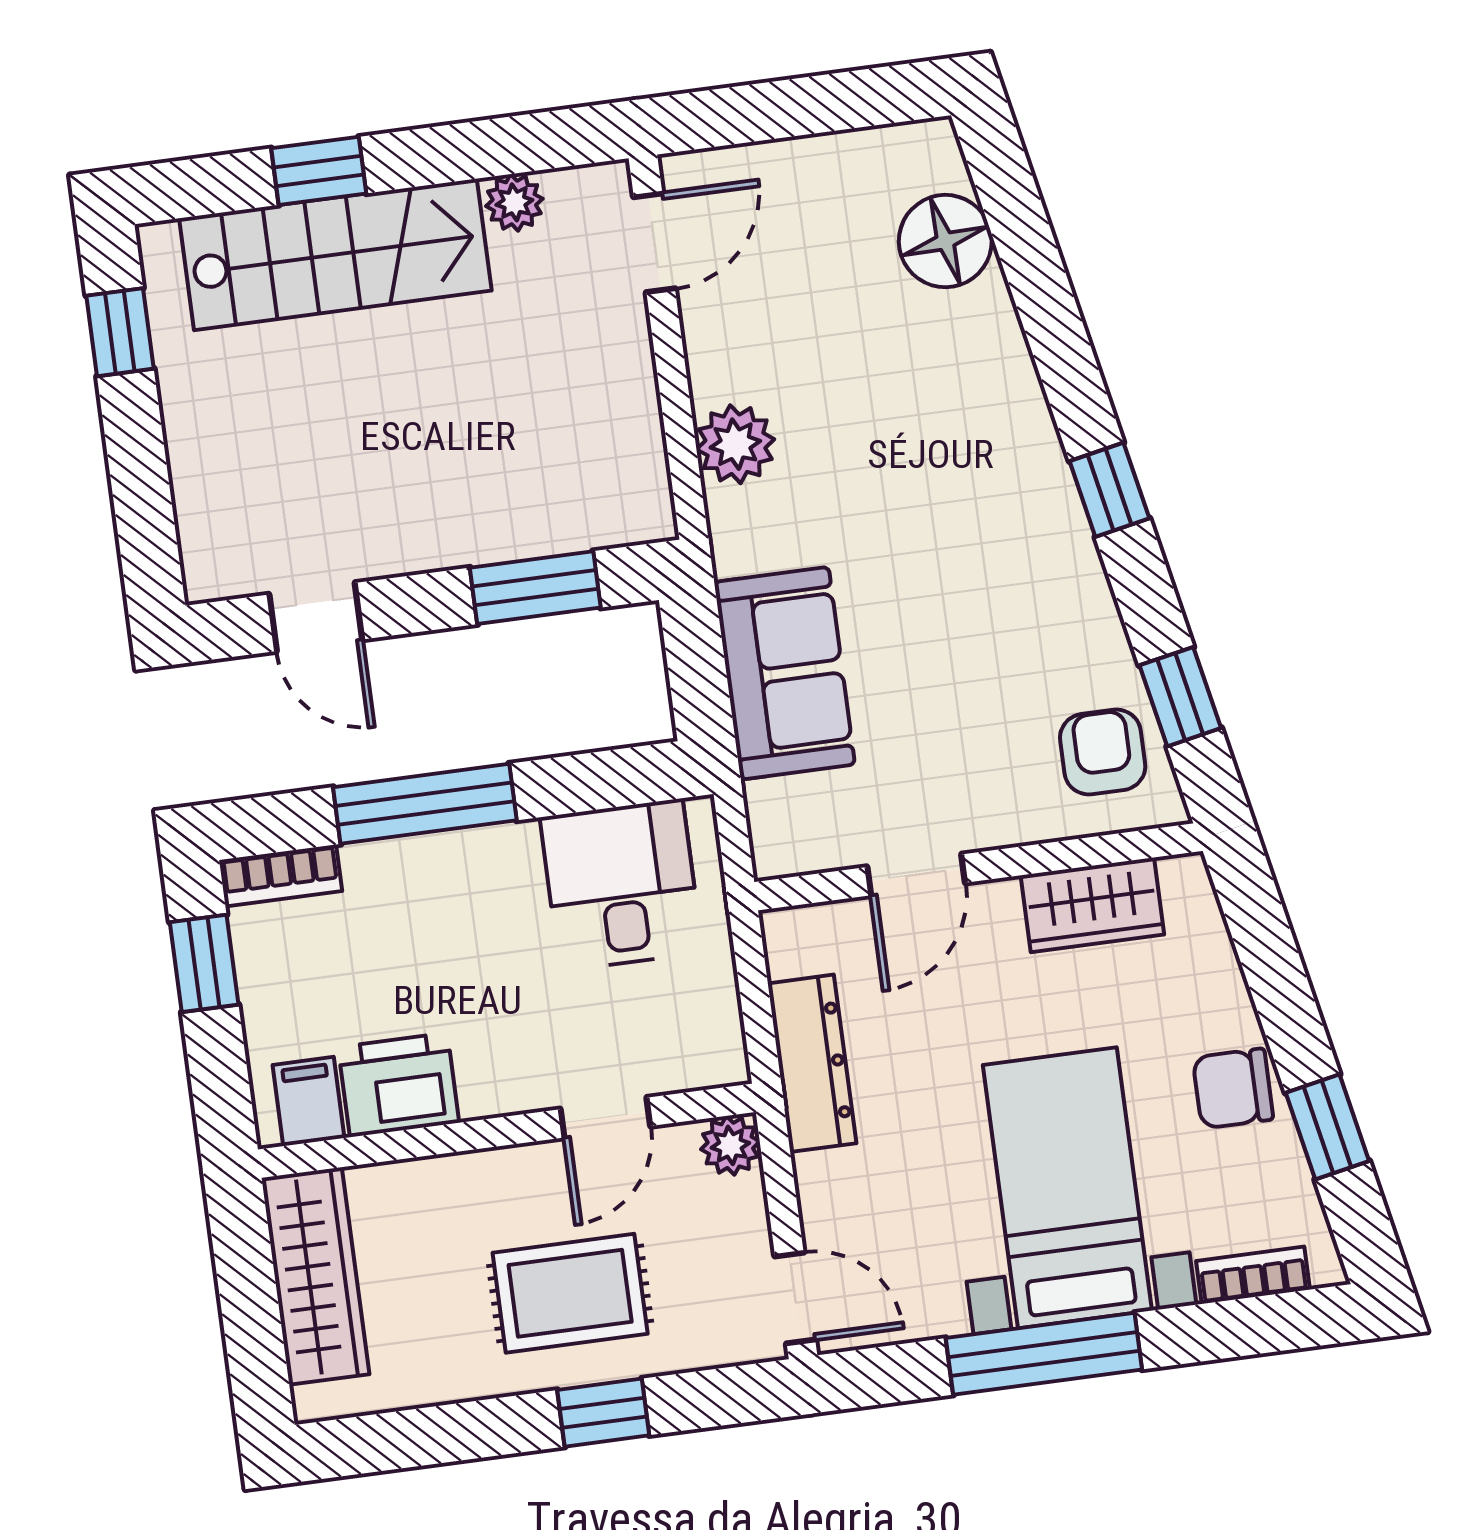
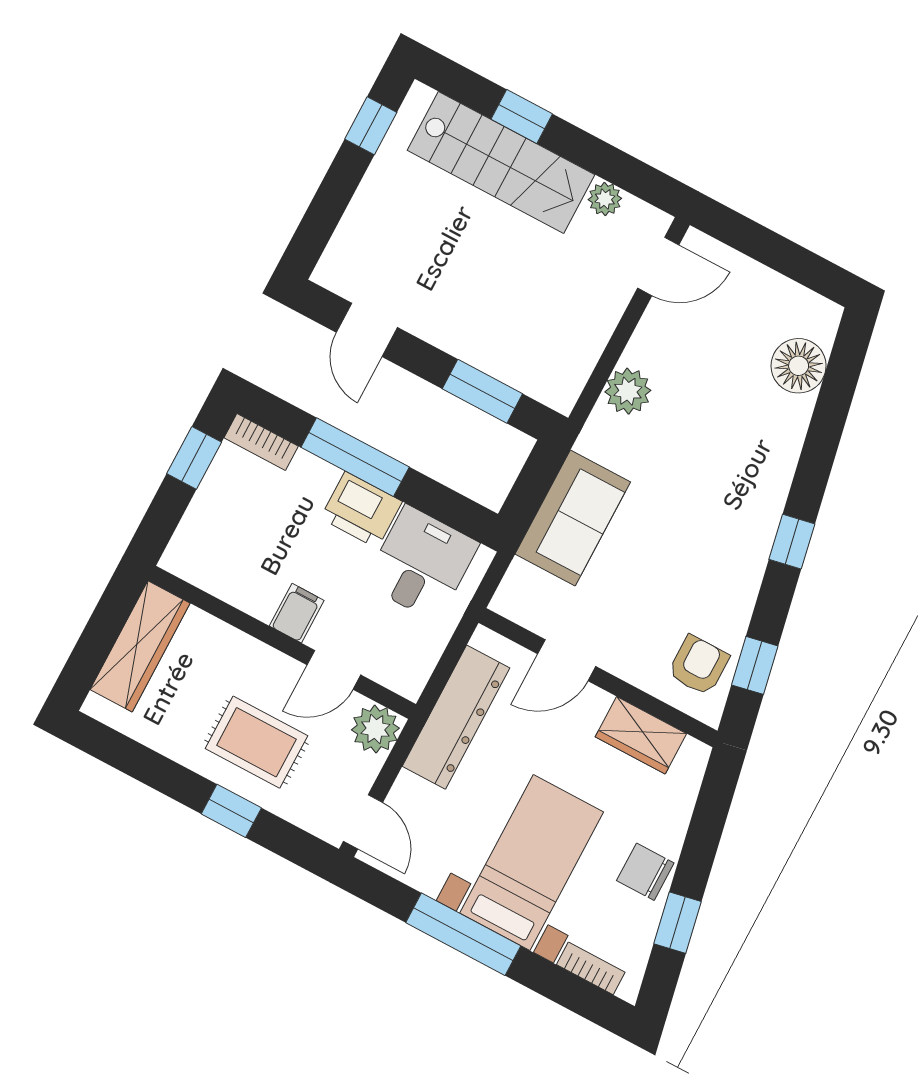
dresser: (812, 1063) -> (456, 717), width x1.37, depth x1.24
printer: (399, 1085) -> (361, 510), moved, turned 180
filing cabinet: (308, 1101) -> (297, 613), moved
plant: (730, 1145) -> (375, 729), width x1.38, depth x1.38

